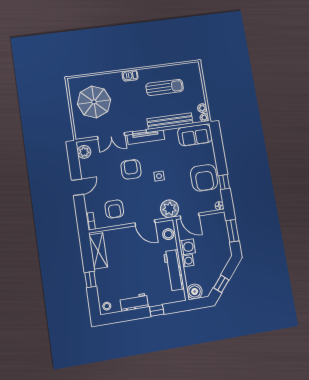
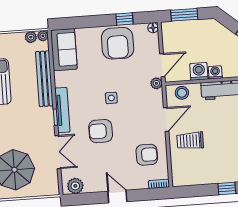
armchair: (204, 178) -> (118, 43), turned 90
plant: (170, 209) -> (156, 83), width x0.53, depth x0.53
trolley: (129, 245) -> (190, 141), added
shelving: (98, 251) -> (195, 177), removed

